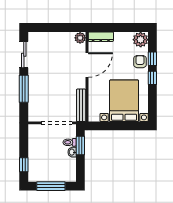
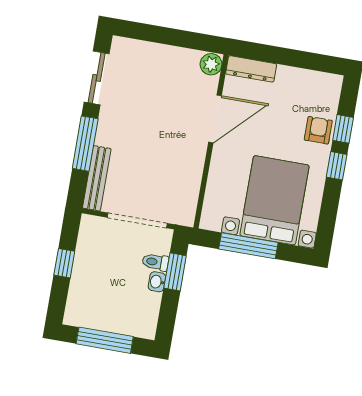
plant: (141, 40) -> (327, 88), removed
bench: (81, 105) -> (97, 178), moved
window: (115, 126) -> (248, 246), added
window: (24, 165) -> (64, 263), moved

